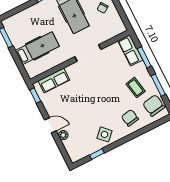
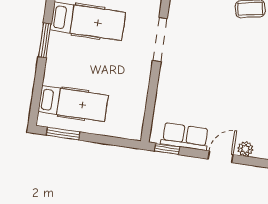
hospital bed: (37, 48) -> (73, 104), moved, turned 90
row of seats: (54, 81) -> (185, 136), moved, turned -90

